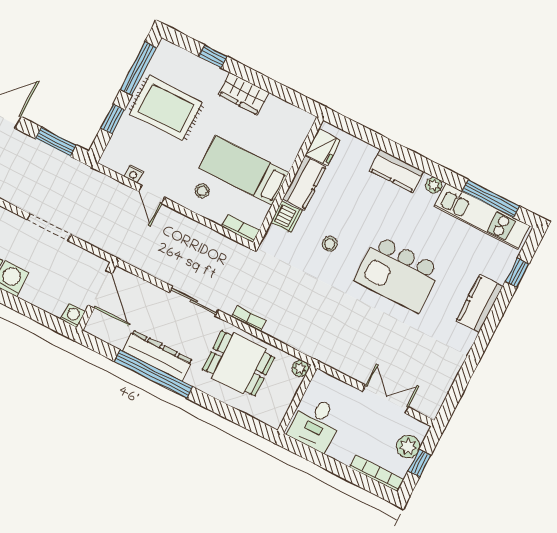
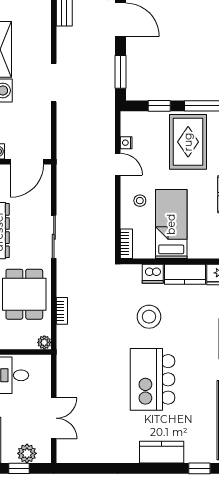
door: (152, 194) -> (118, 164), swing flipped
doorway: (49, 227) -> (54, 83), moved
stool: (330, 244) -> (149, 317), width x1.89, depth x1.89
bookcase: (249, 318) -> (62, 311), moved

